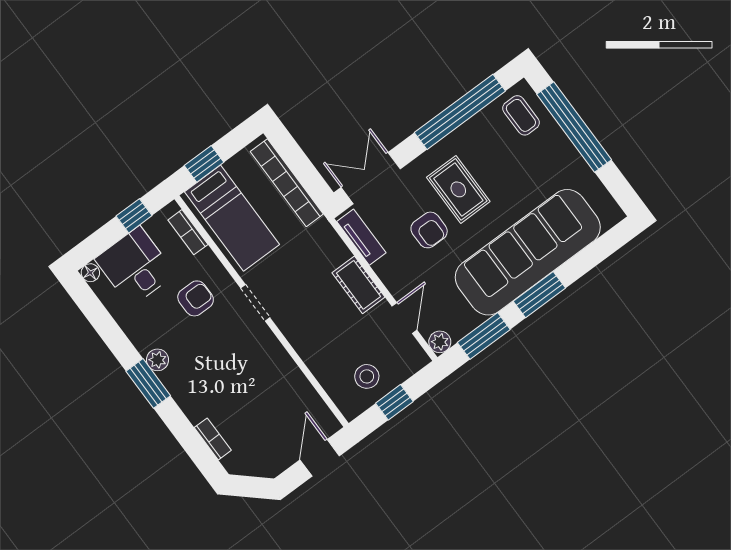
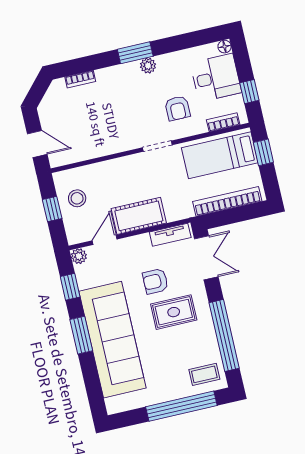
cot: (359, 285) -> (139, 216), width x1.37, depth x1.34
door: (404, 318) -> (105, 240), swing flipped
window: (484, 336) -> (70, 287), width x0.67

